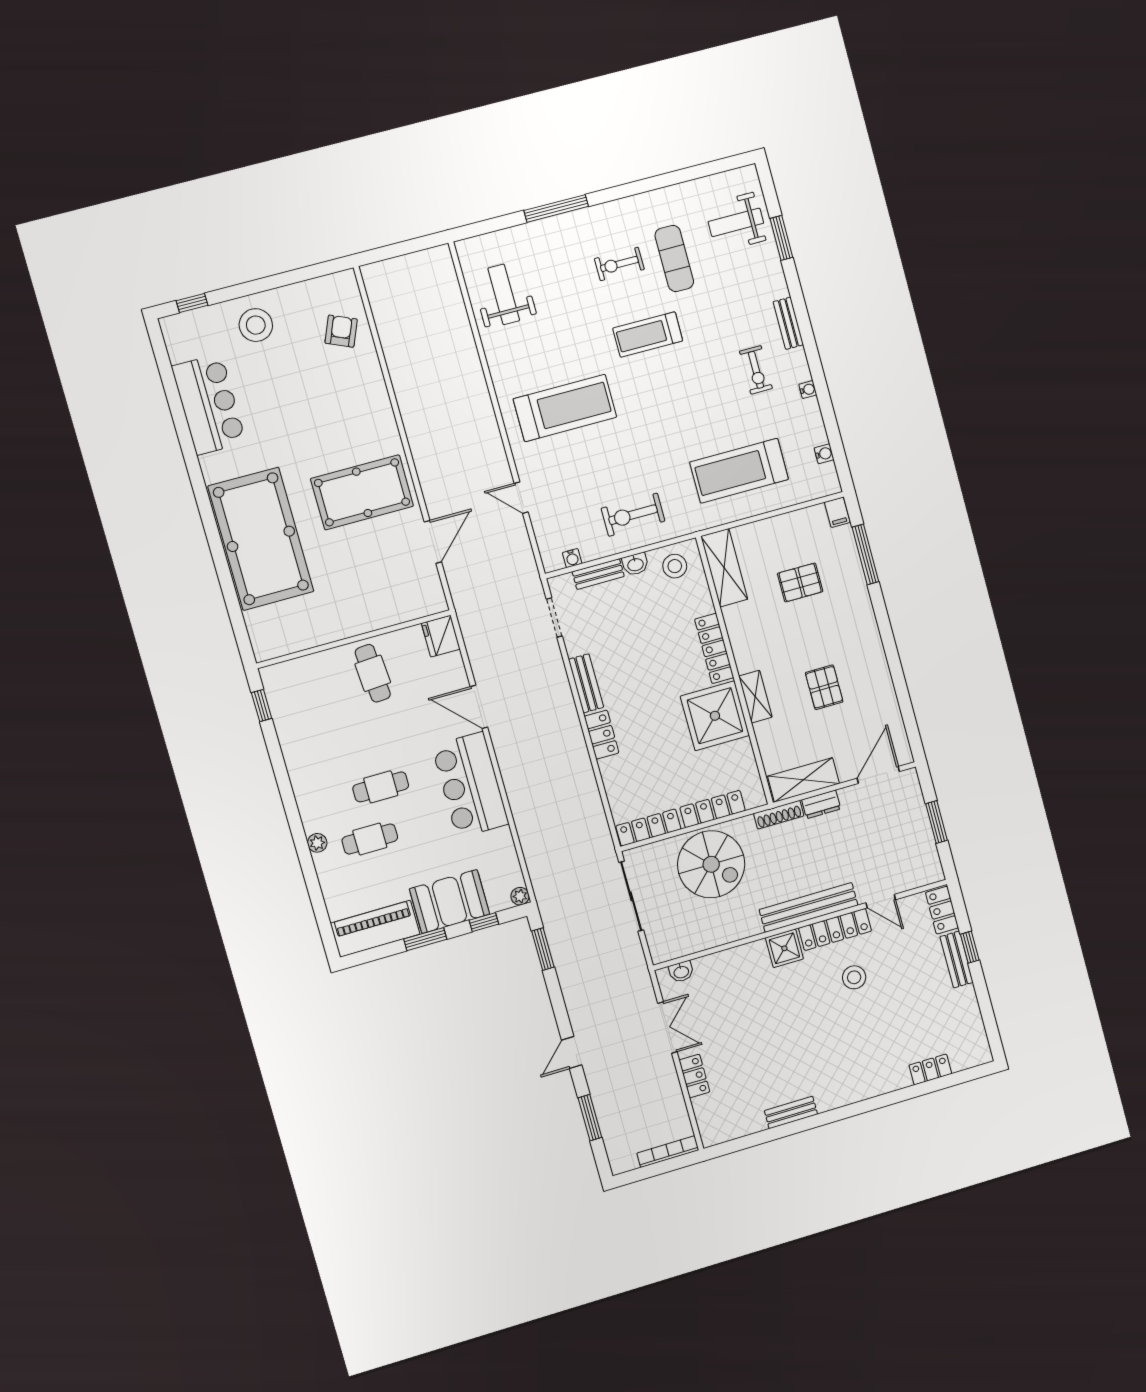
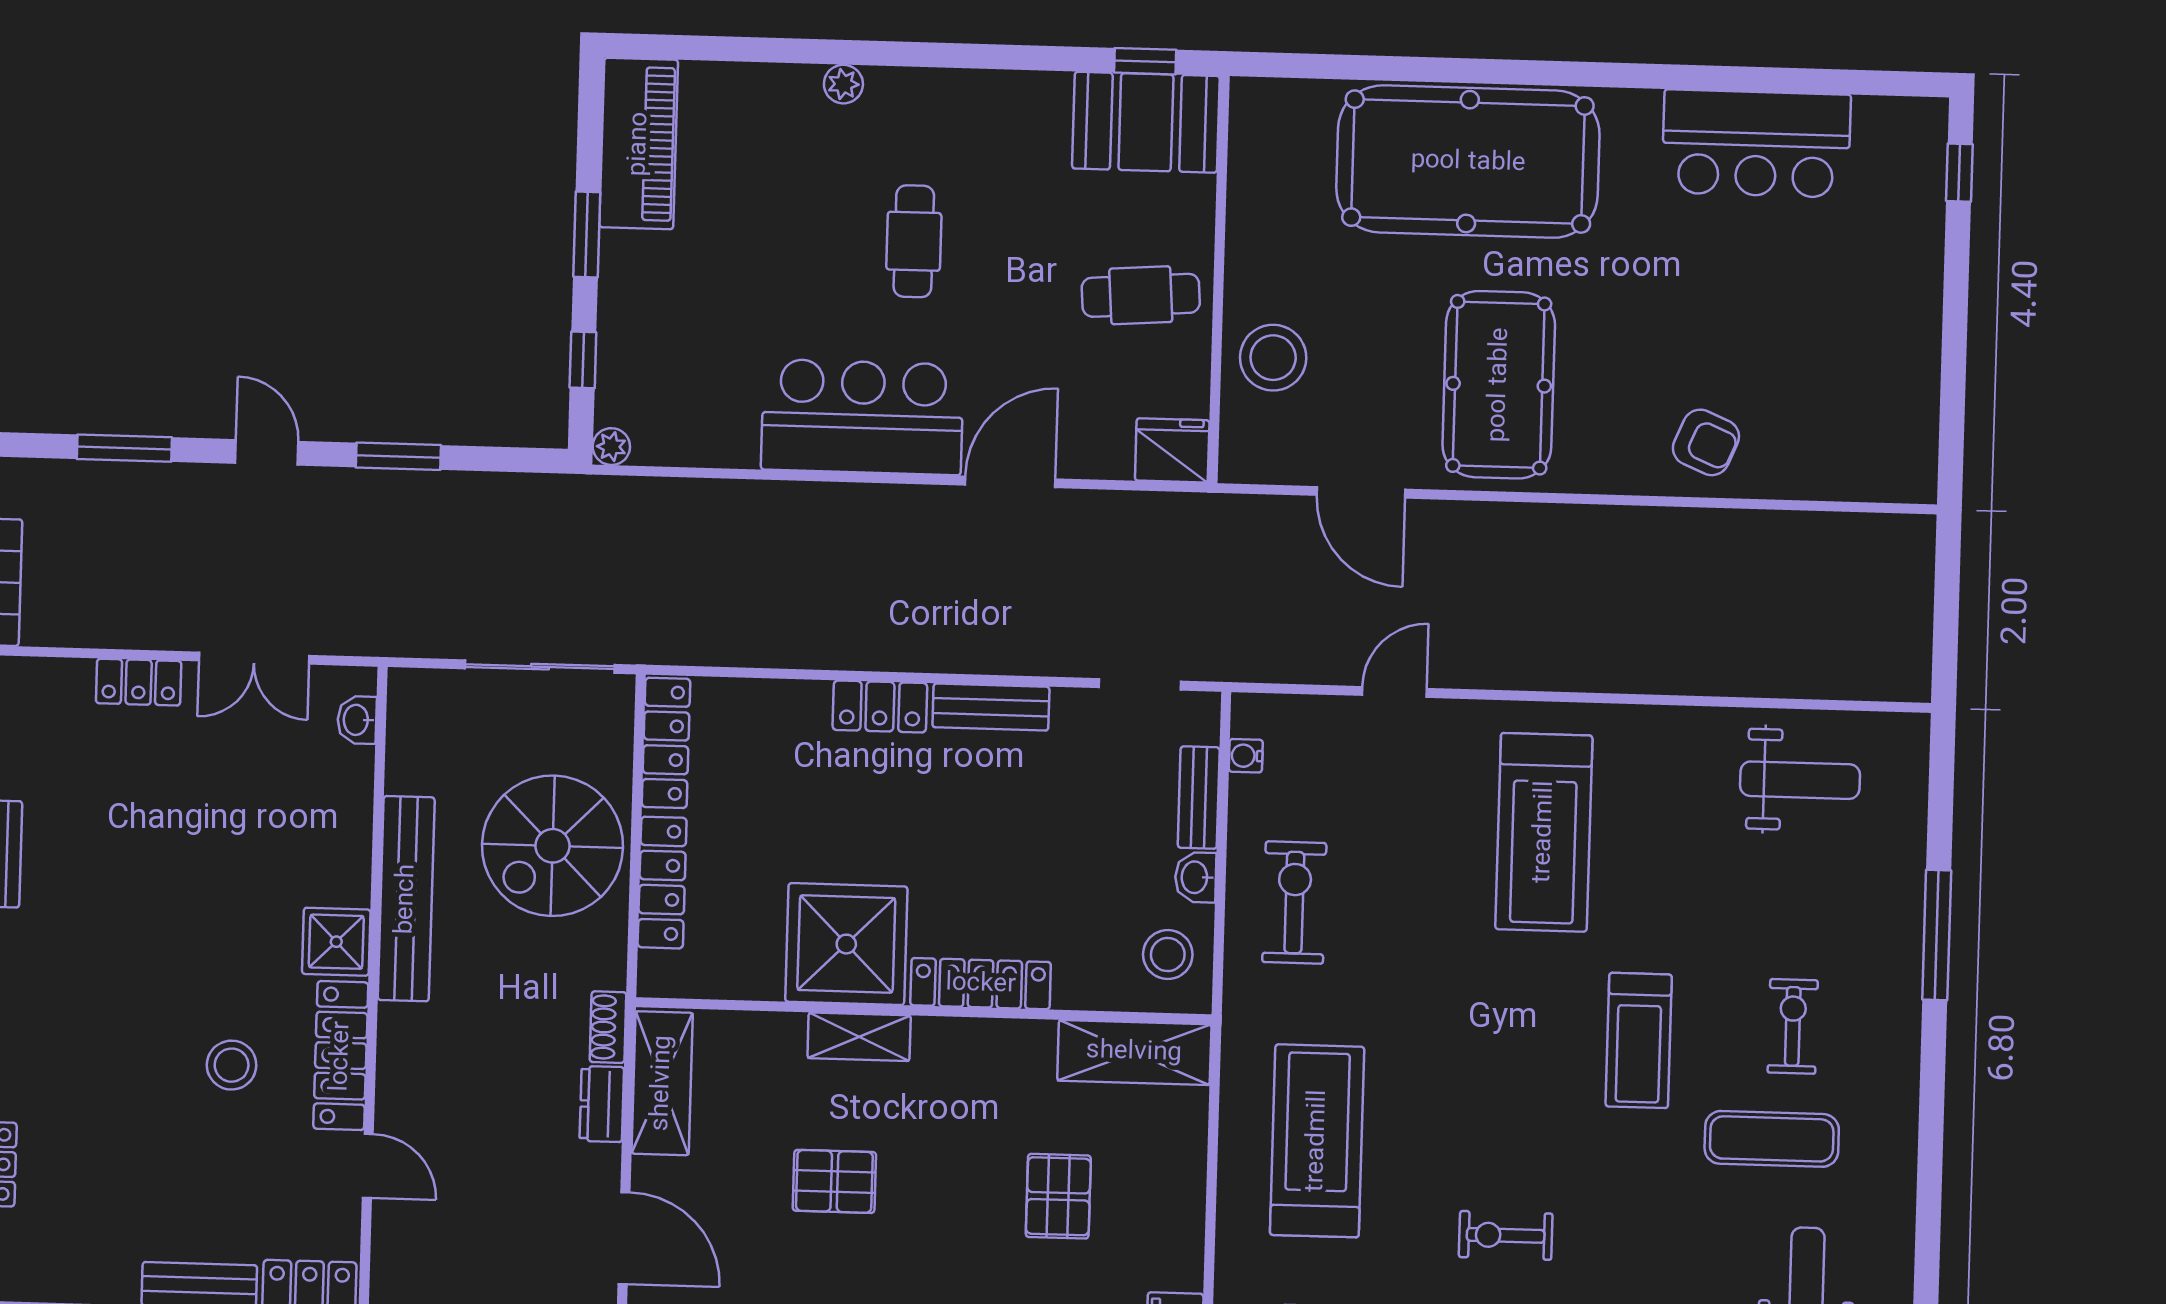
stool: (256, 325) -> (1273, 358), moved
armchair: (341, 331) -> (1706, 442), moved
treadmill: (648, 335) -> (1639, 1040), turned 180
shoe rack: (779, 815) -> (608, 1027), width x0.70
cafe table: (370, 839) -> (818, 188), removed
booth: (449, 901) -> (1146, 122), moved, turned 90
door: (881, 901) -> (368, 1166), swing flipped
bench: (809, 907) -> (406, 899), moved
window: (543, 949) -> (398, 456), moved

